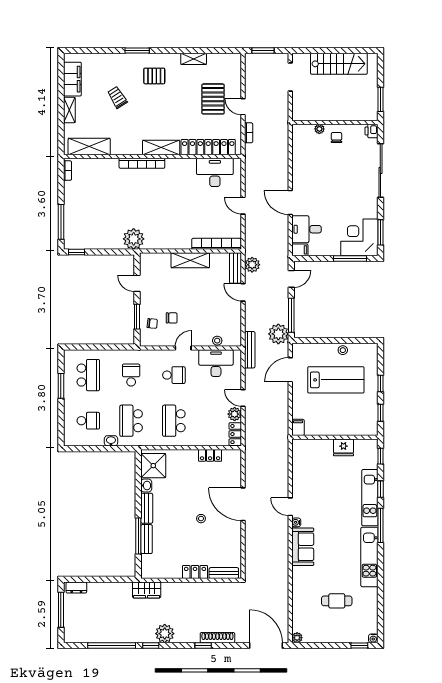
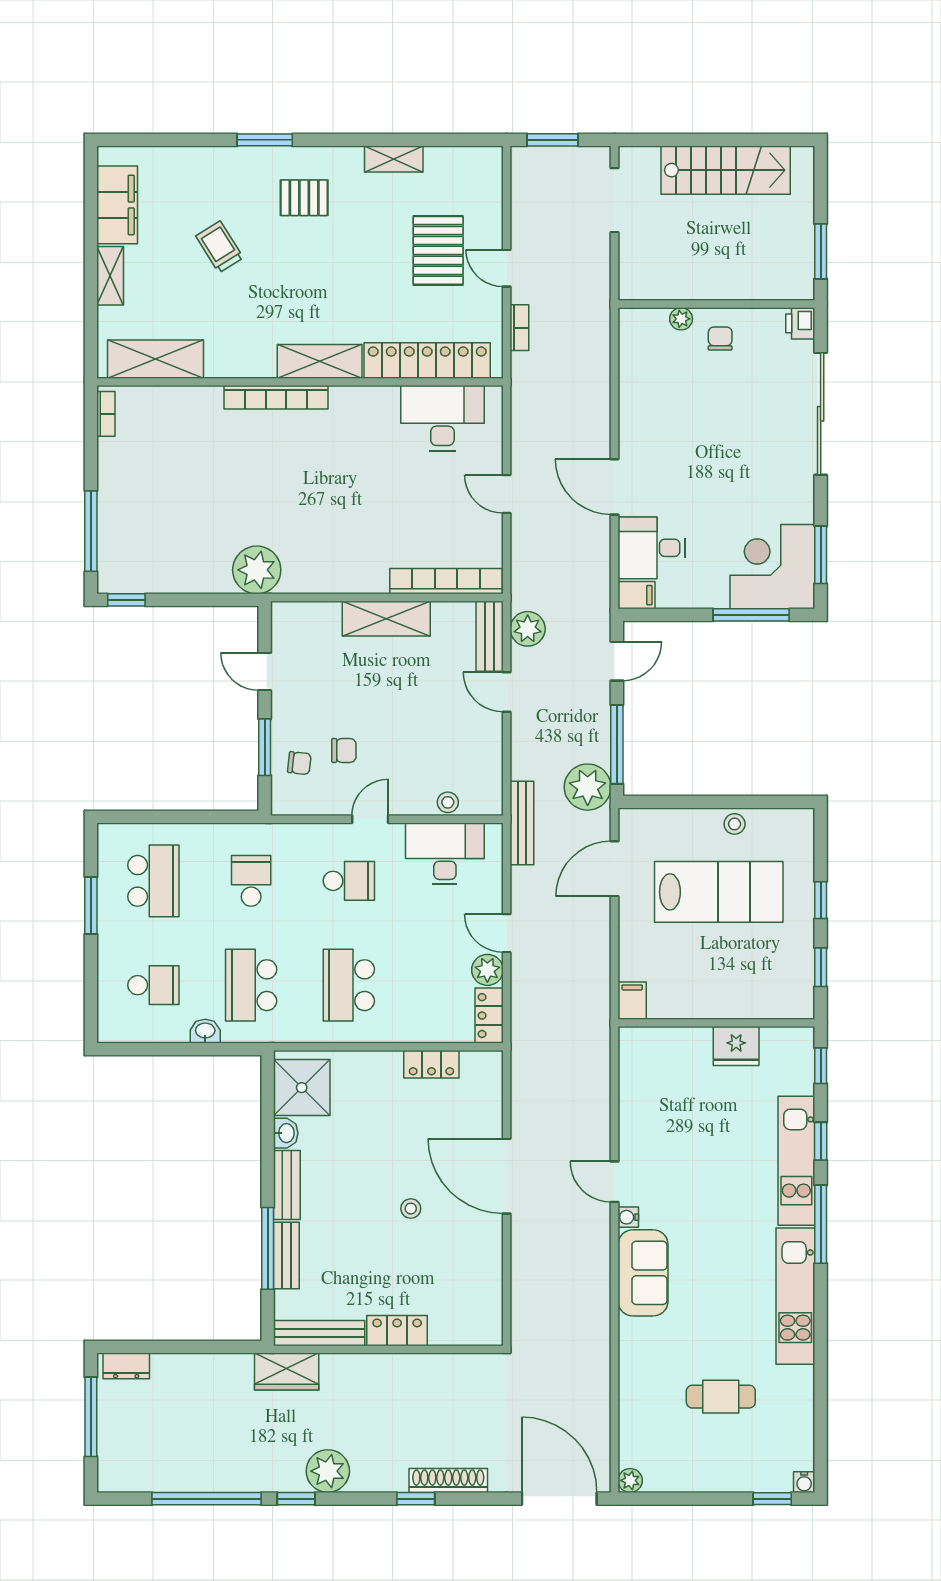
bench: (224, 573) -> (319, 1333), moved, width x1.36

